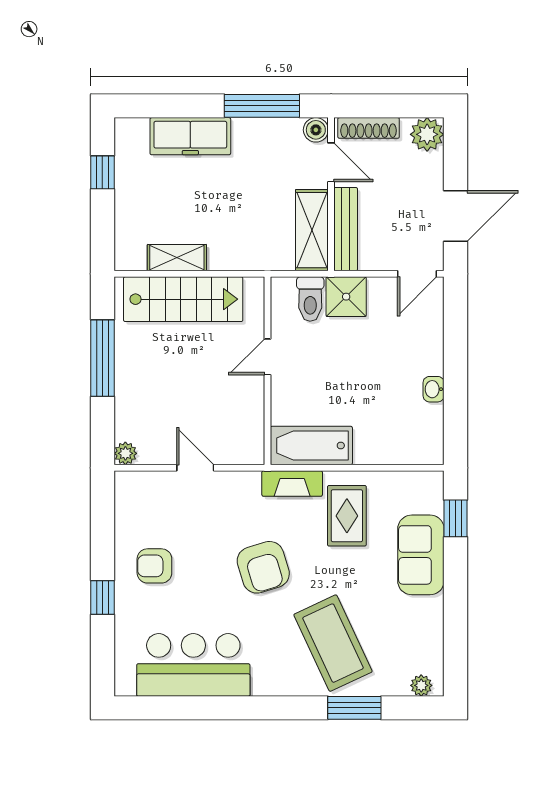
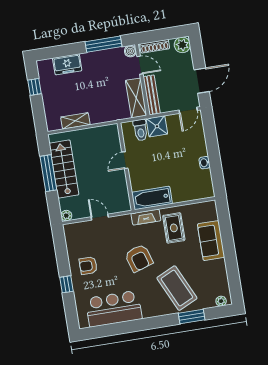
freezer: (190, 136) -> (67, 64), width x0.71
stairs: (183, 299) -> (64, 169), moved, turned -90
window: (456, 518) -> (224, 221), removed

